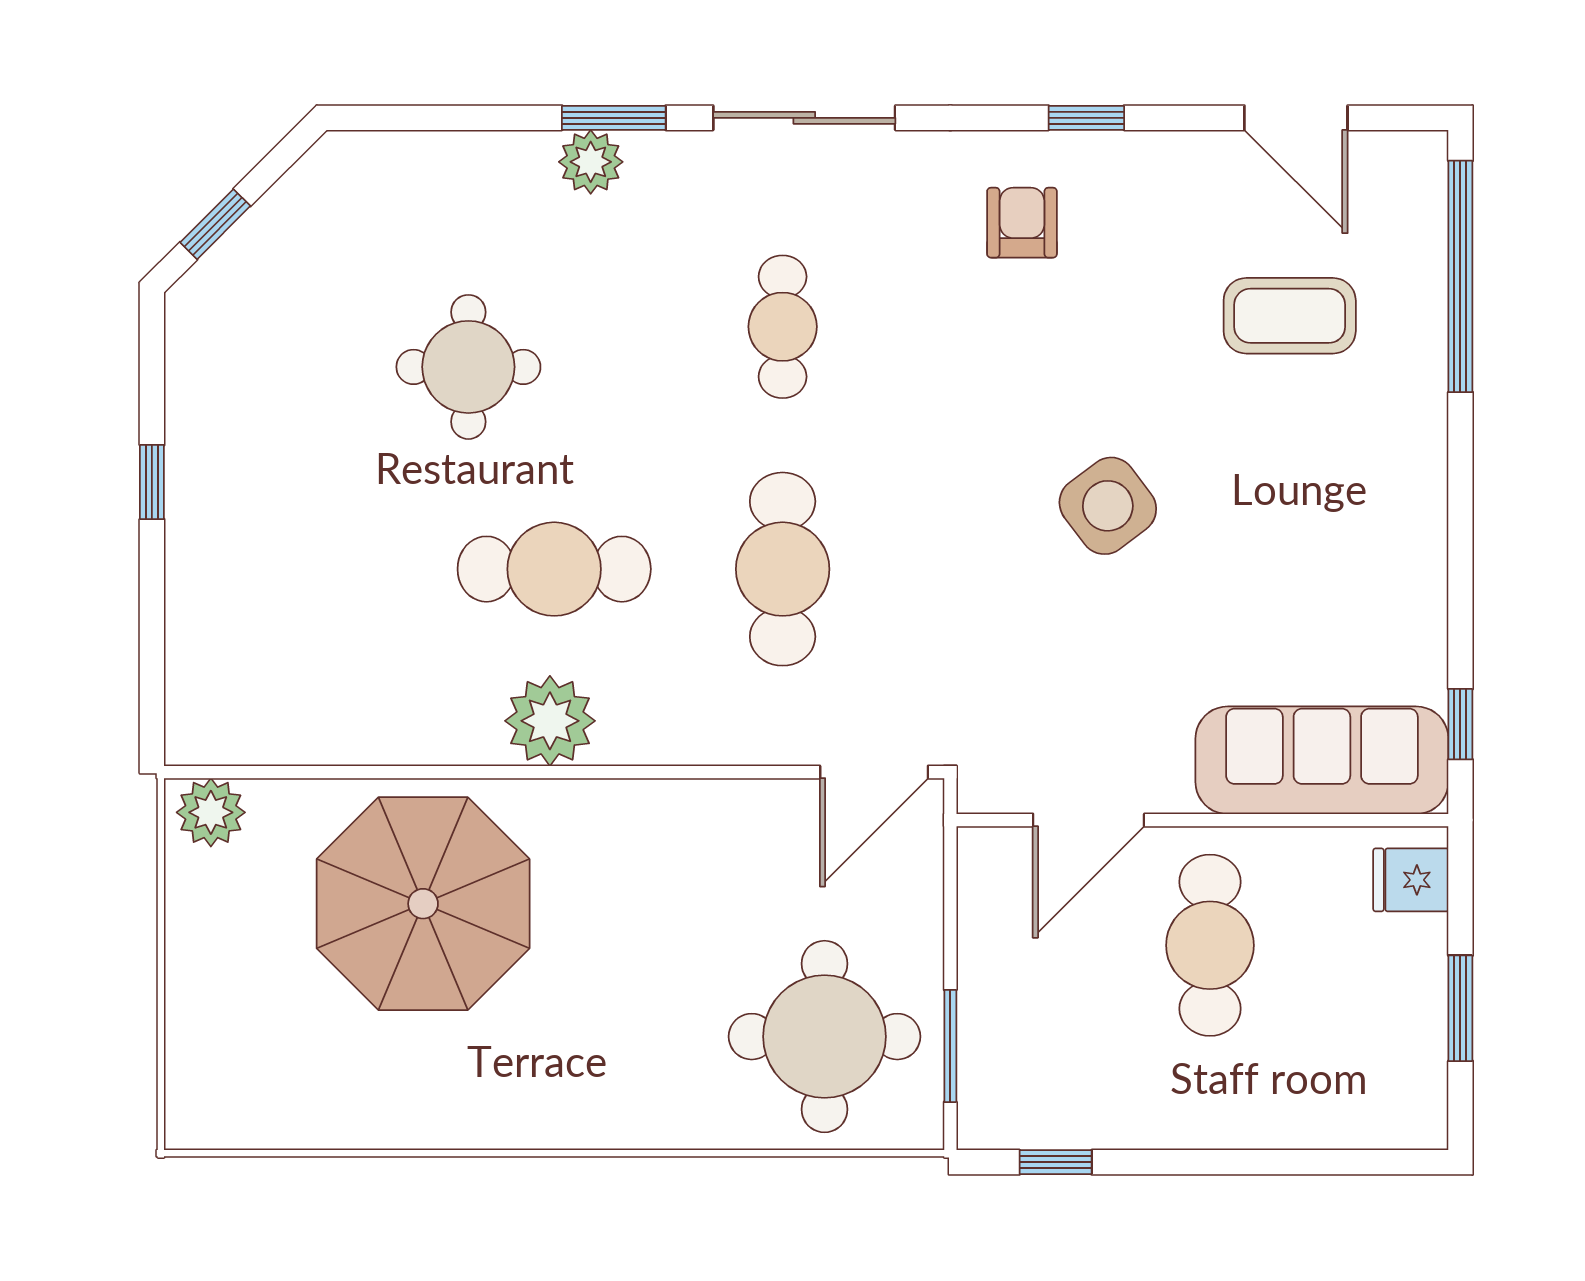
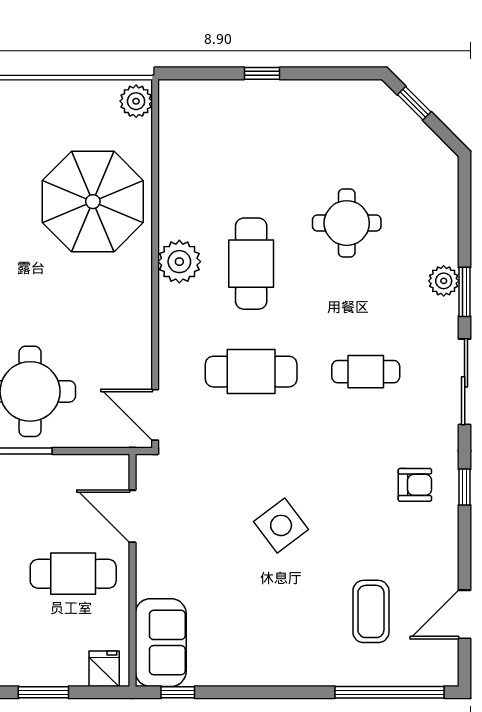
window: (1086, 118) -> (465, 487), moved
window: (152, 482) -> (262, 73), moved
sofa: (1322, 760) -> (161, 643), width x0.73

